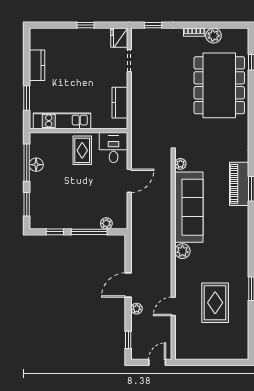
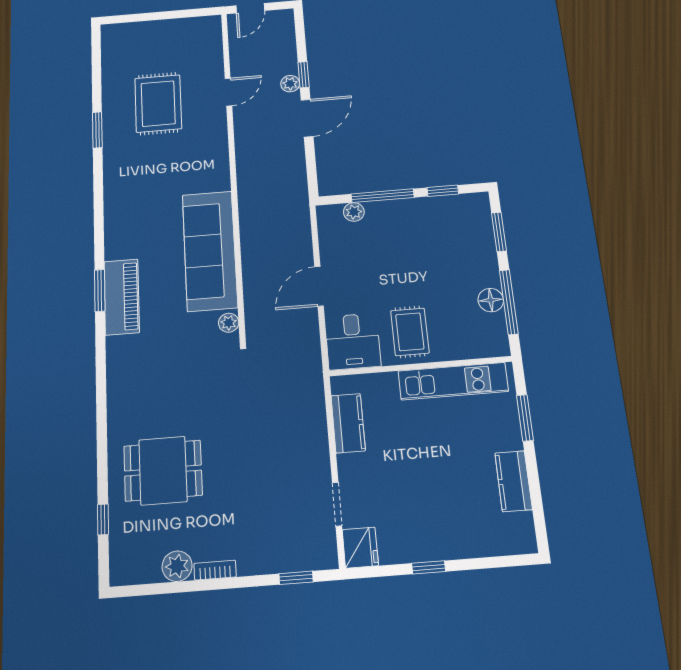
dining table: (219, 85) -> (163, 471), width x0.53, depth x0.80
plant: (182, 251) -> (217, 179), removed
window: (128, 340) -> (304, 75), moved

